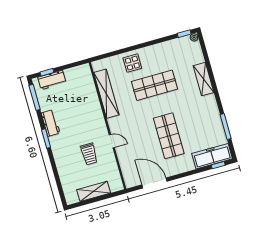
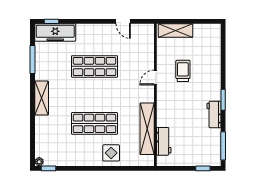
shelving: (204, 79) -> (42, 98), moved
workbench: (52, 80) -> (164, 141), moved, turned 90
shop shelf: (169, 136) -> (94, 66), turned 90
door: (112, 141) -> (155, 78), hinge flipped
door: (154, 183) -> (123, 21), width x0.53
shelving: (94, 191) -> (176, 31), moved

